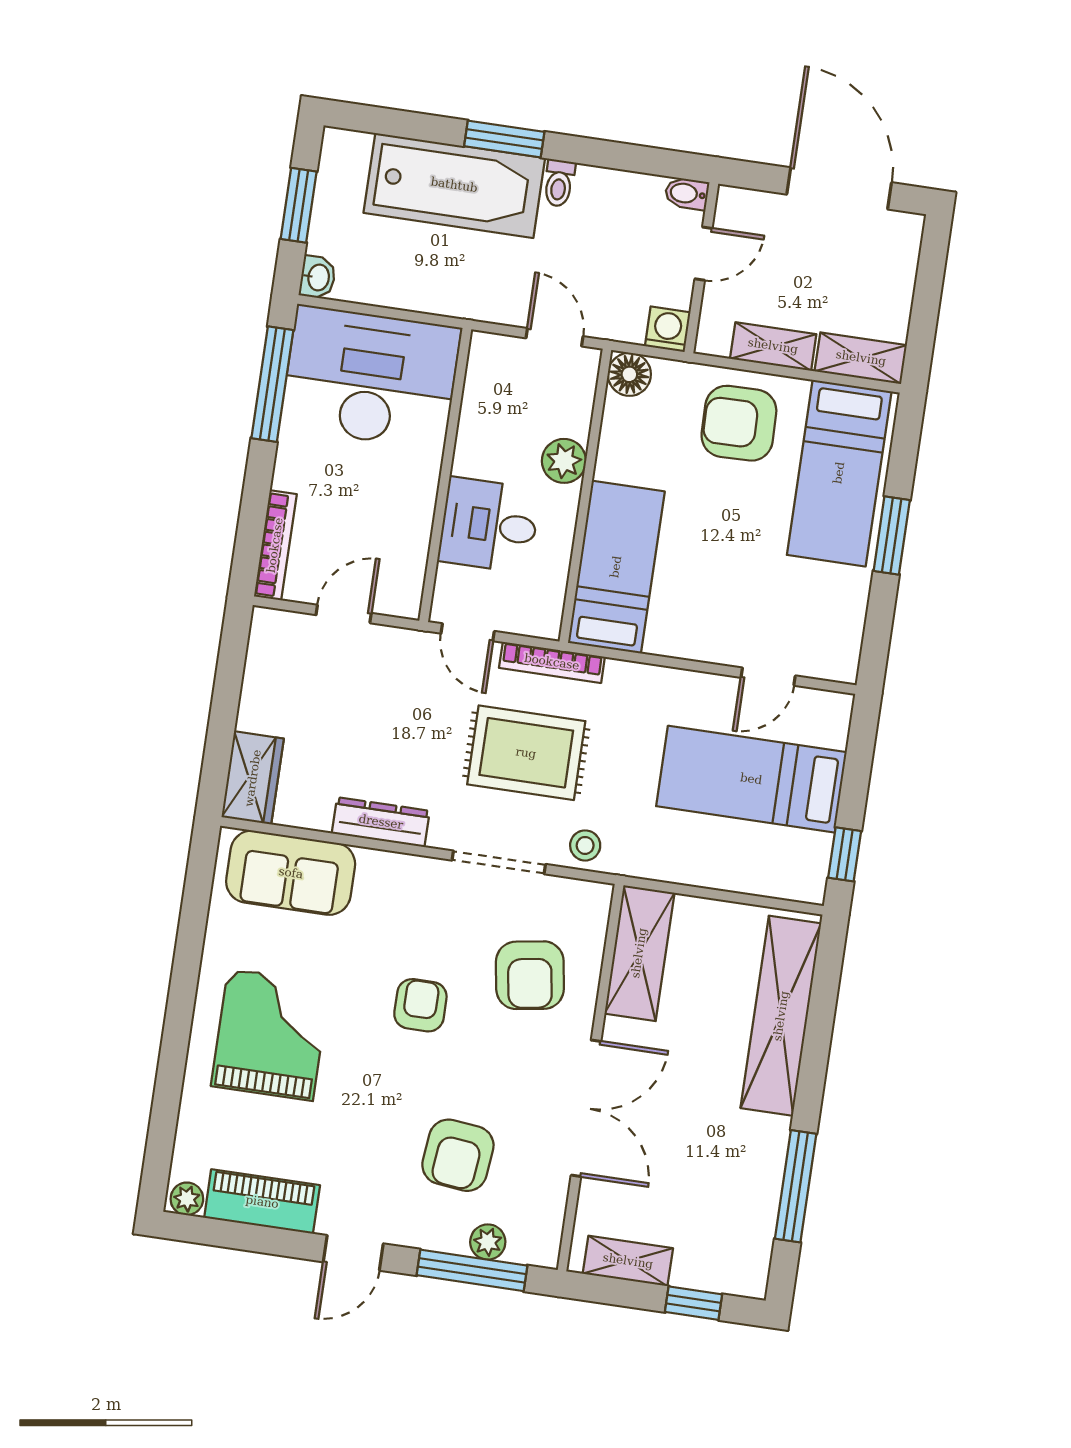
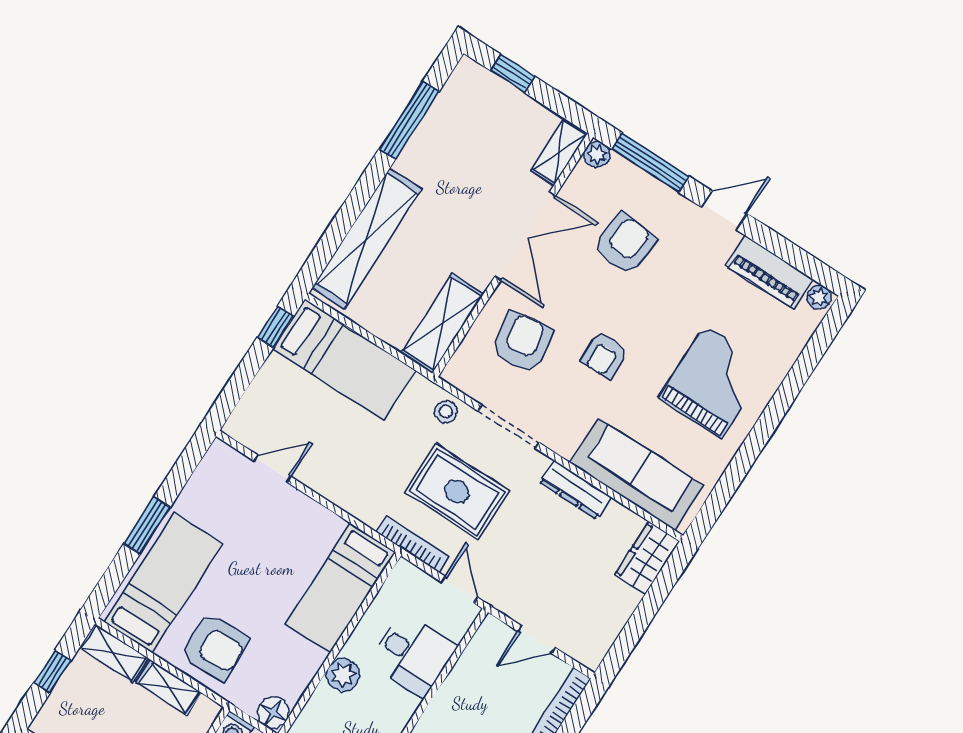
window: (926, 300) -> (52, 672), added
bed: (751, 779) -> (344, 360), moved
sofa: (291, 873) -> (637, 474), width x1.36
grand piano: (270, 1035) -> (713, 381), turned 180
double door: (586, 1108) -> (525, 236), swing flipped
plant: (488, 1242) -> (597, 155), moved
shelving: (628, 1261) -> (559, 152), moved, turned 90

